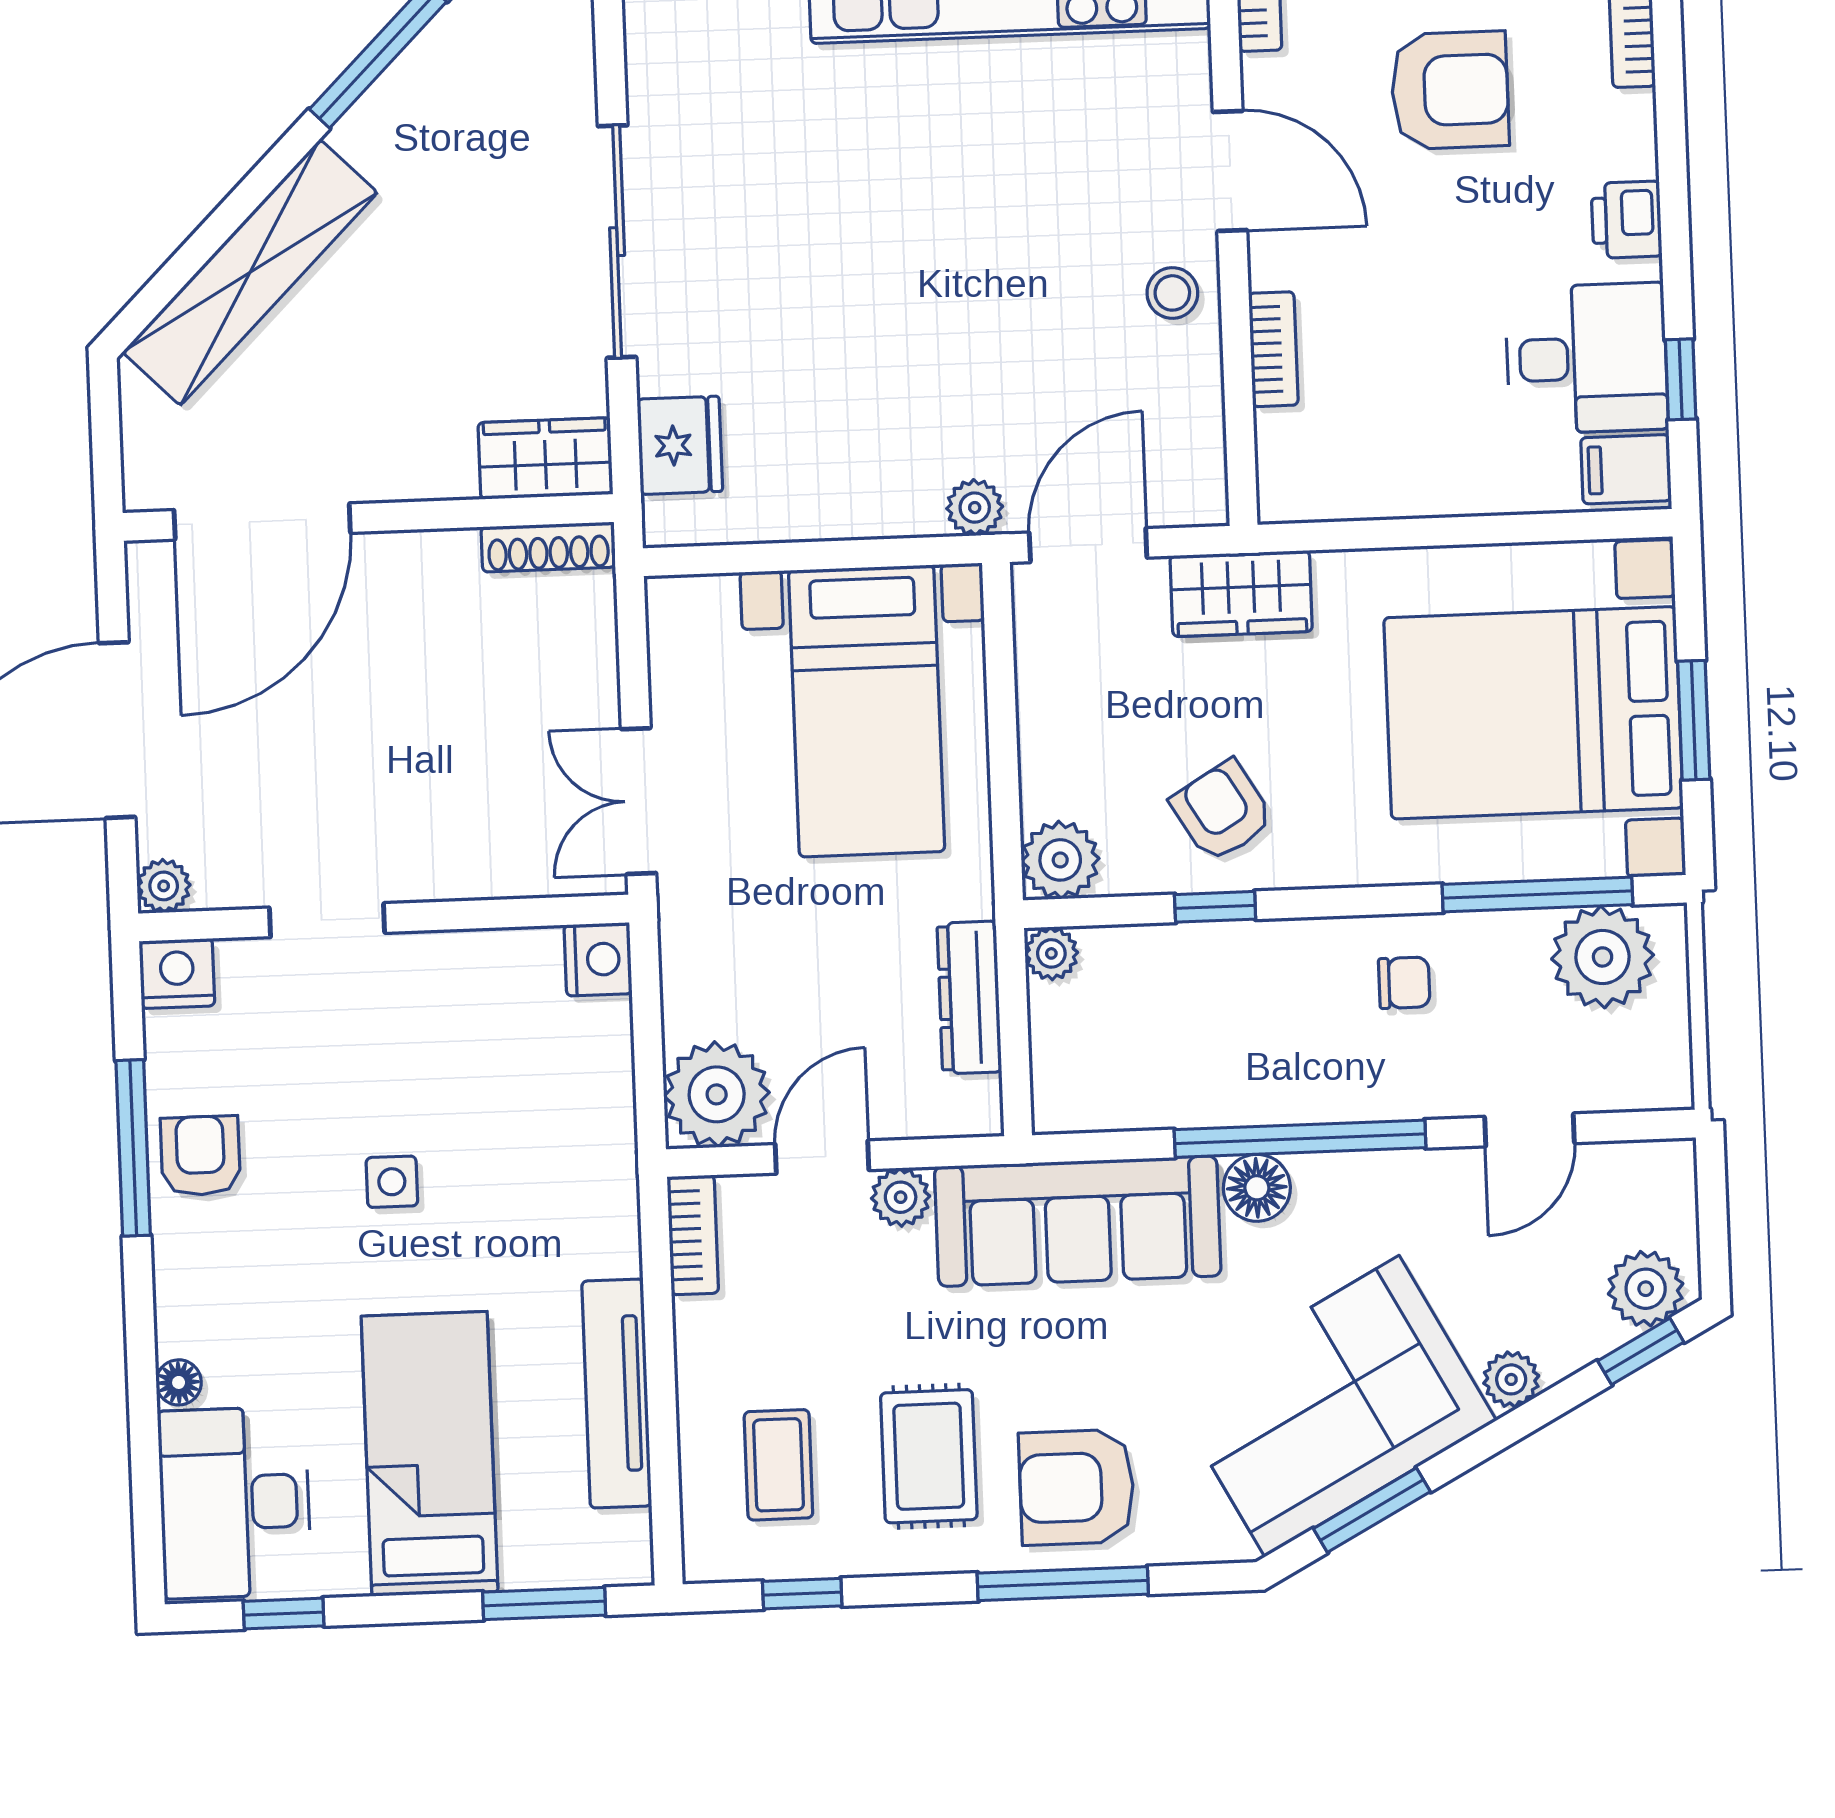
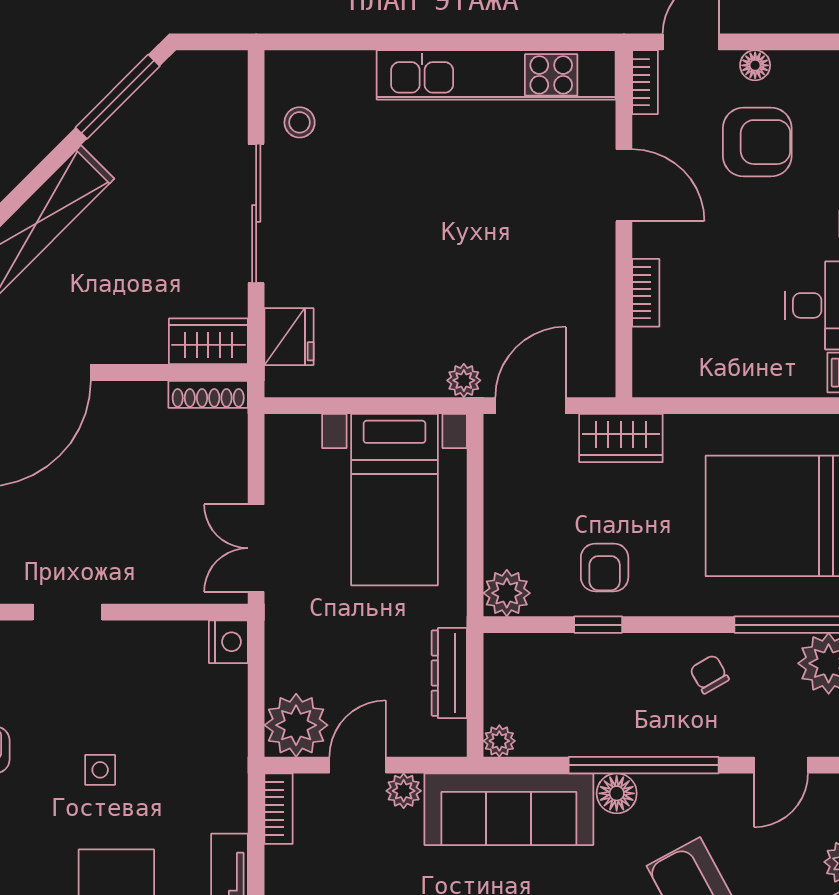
stool: (1172, 293) -> (300, 122), moved
armchair: (1222, 811) -> (605, 567), turned -149
plant: (1051, 953) -> (499, 741), moved
chair: (1404, 983) -> (709, 674), turned -120

